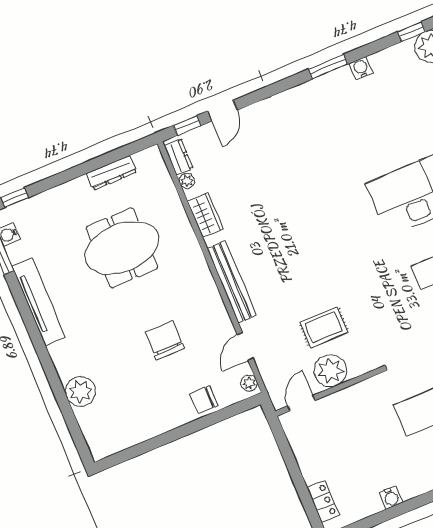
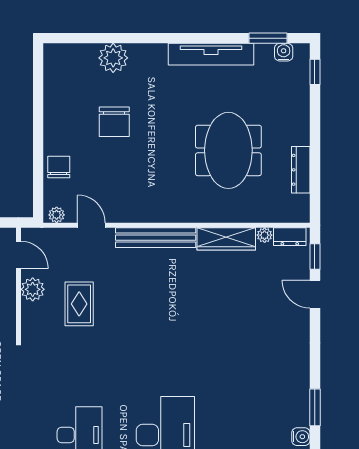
wardrobe: (205, 215) -> (226, 239), width x1.50
chair: (165, 340) -> (114, 122), moved, turned 90
plant: (330, 371) -> (33, 289), width x0.73, depth x0.73

